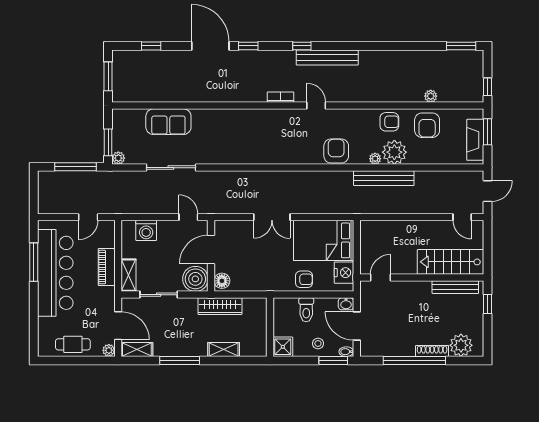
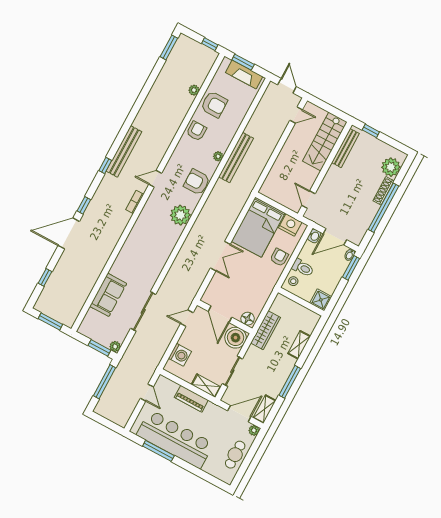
plant: (394, 152) -> (180, 215), moved
stool: (318, 344) -> (293, 281), moved

